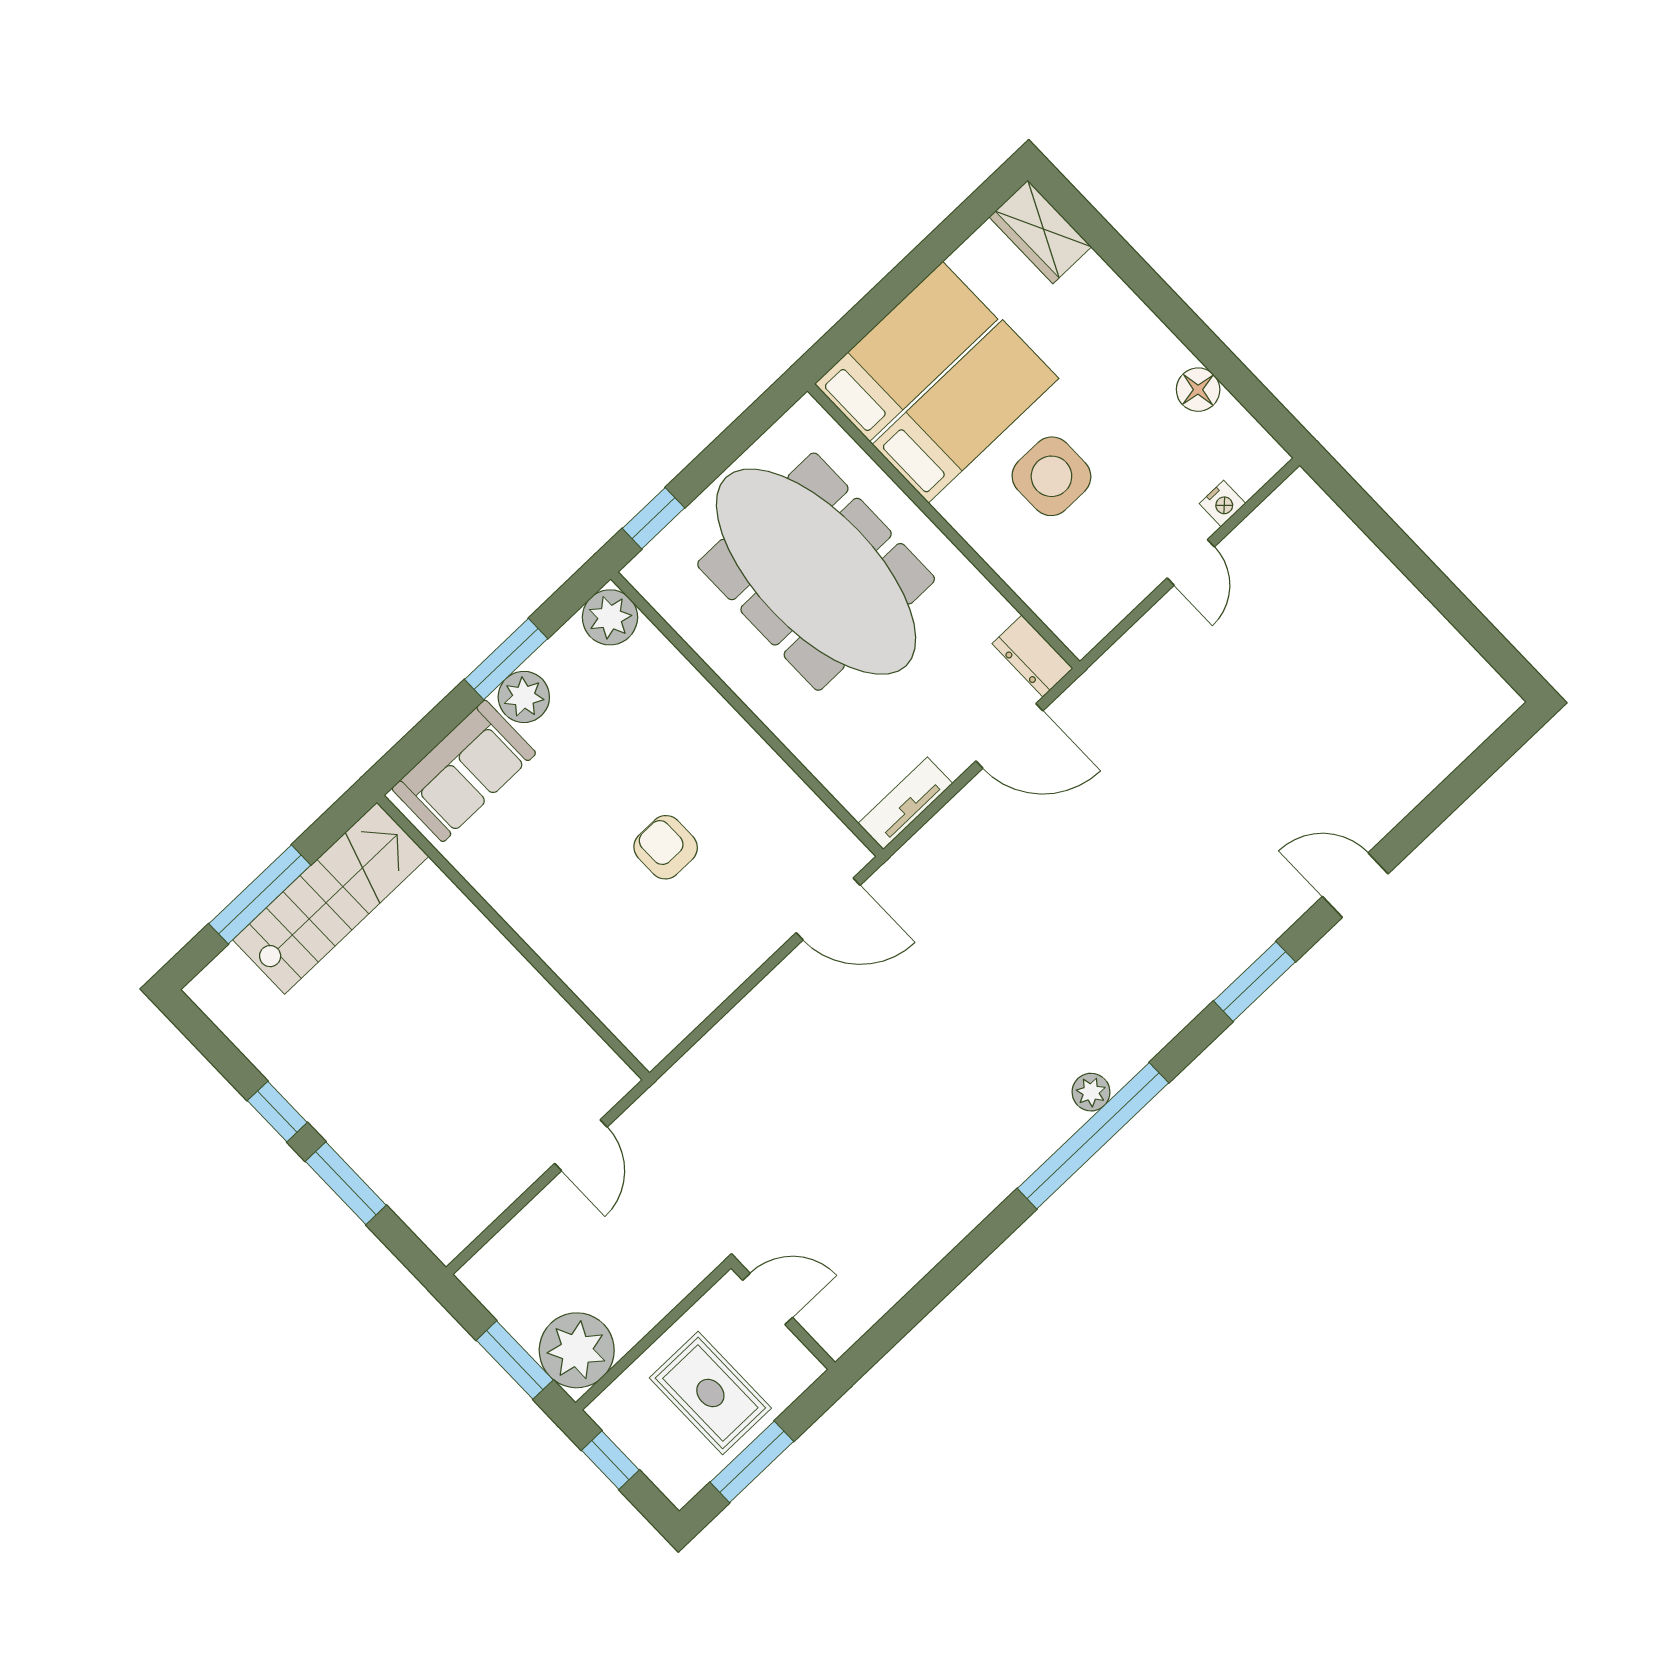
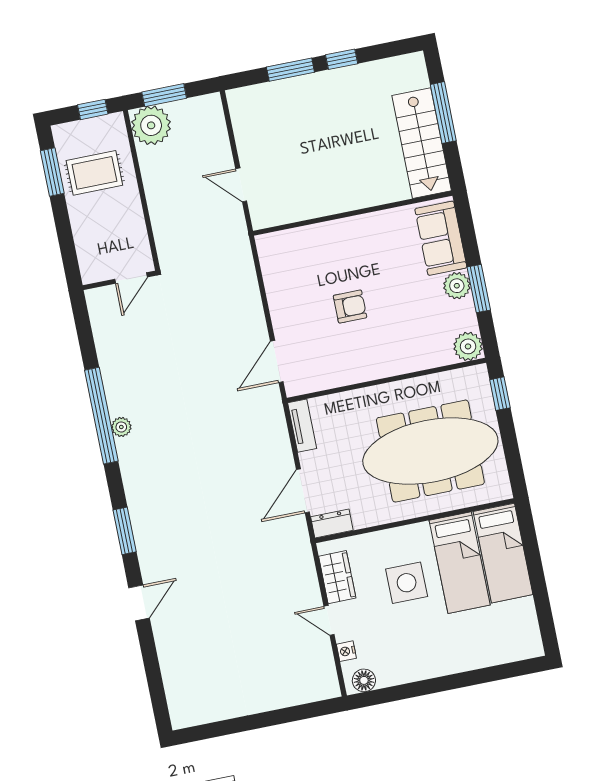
wardrobe: (1040, 232) -> (337, 577), moved, turned 90
floor lamp: (1198, 390) -> (364, 680), moved
door: (768, 1299) -> (131, 278), moved
wall: (783, 1315) -> (119, 280), moved

